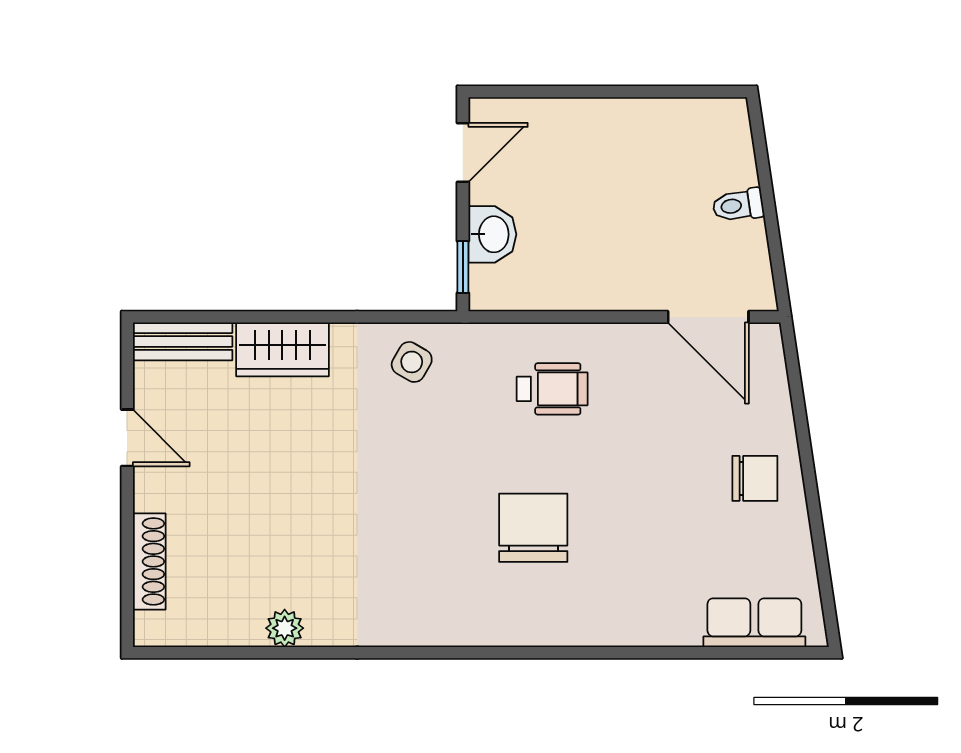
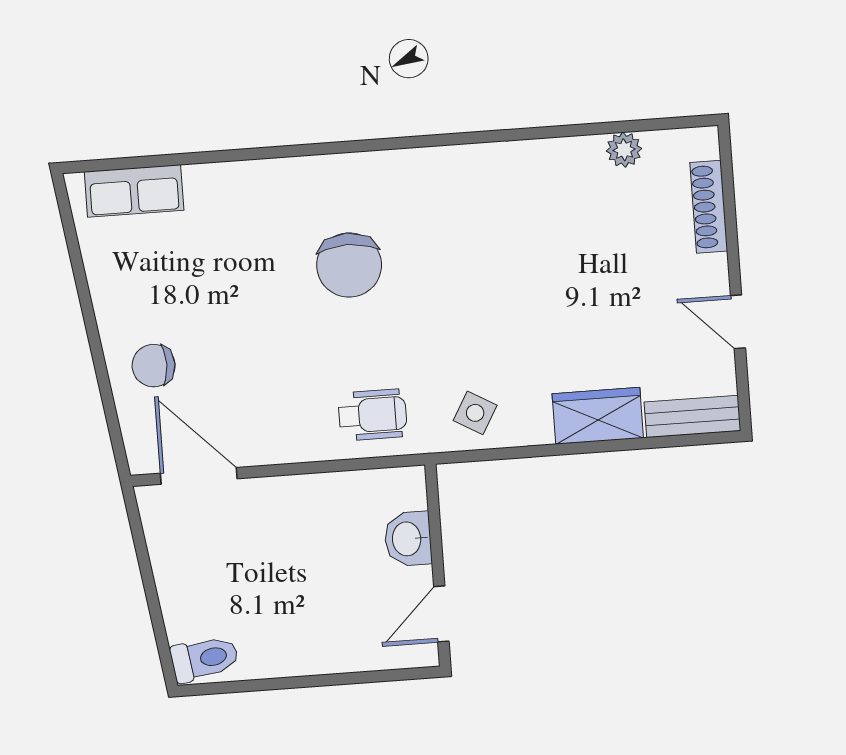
toilet: (738, 205) -> (205, 659), moved, width x1.37, depth x1.39
window: (463, 267) -> (433, 506), removed
wheelchair: (552, 389) -> (372, 415), moved, turned 180
chair: (755, 478) -> (154, 366), moved
plant: (285, 628) -> (624, 150), moved

